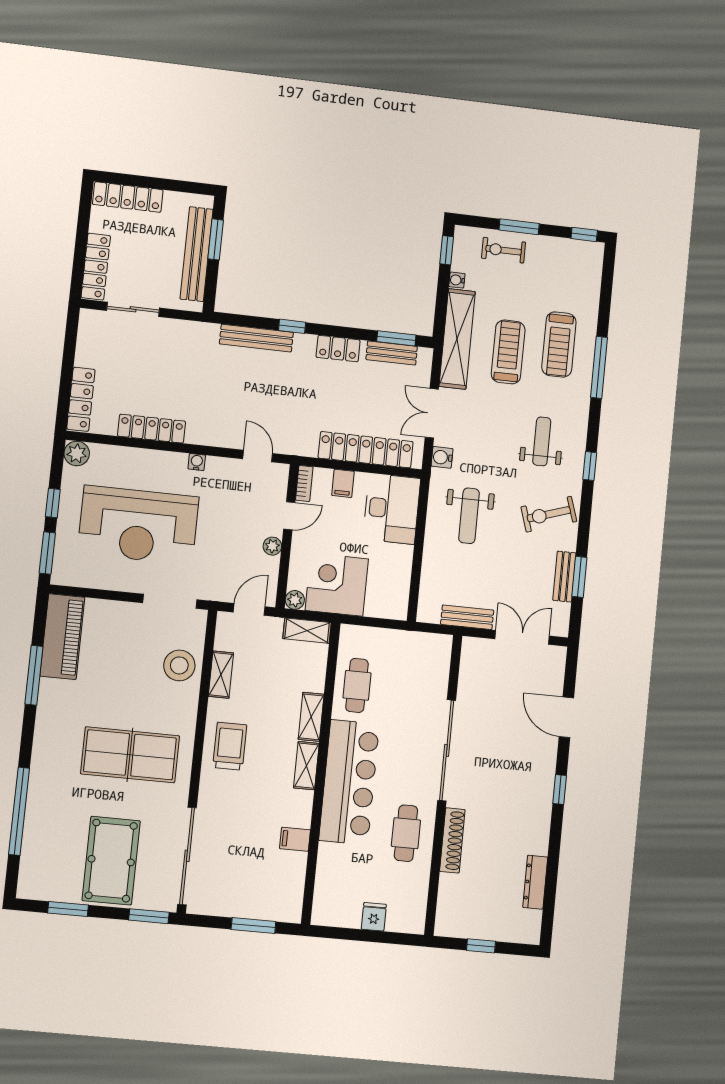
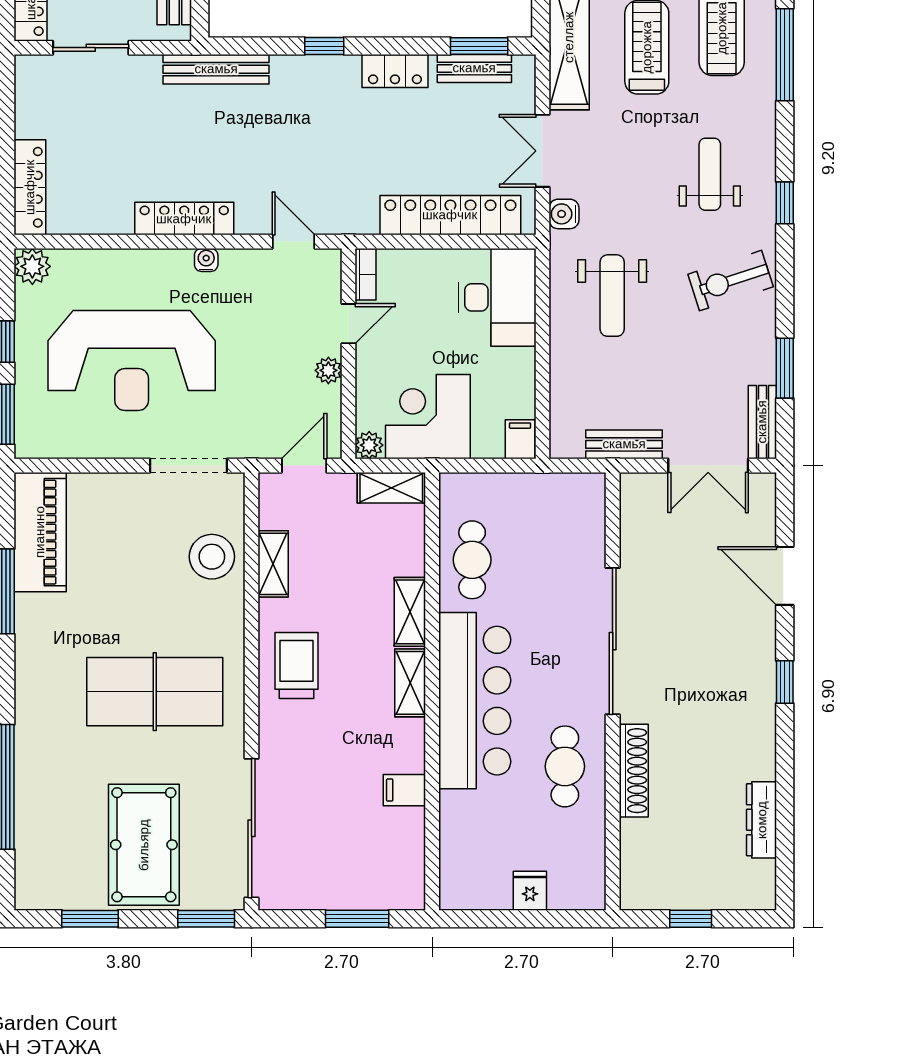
bench: (256, 338) -> (216, 69), moved
locker: (152, 429) -> (184, 219), moved
filing cabinet: (343, 483) -> (520, 439), moved, turned 180
bench: (564, 577) -> (762, 422), moved
double door: (522, 637) -> (708, 466), swing flipped

